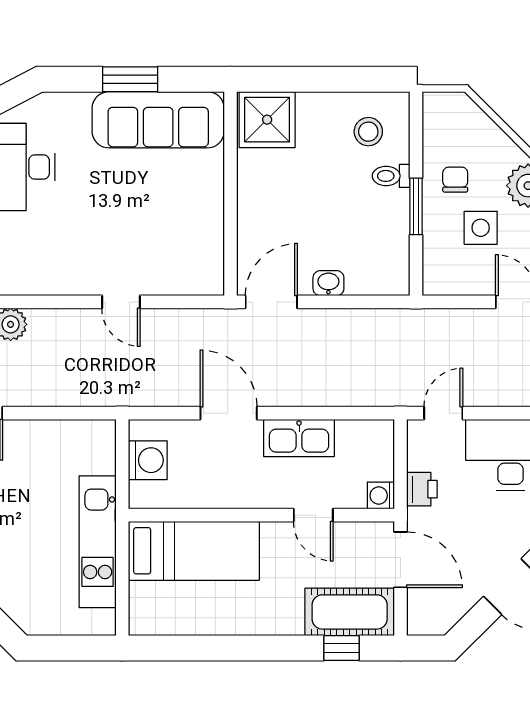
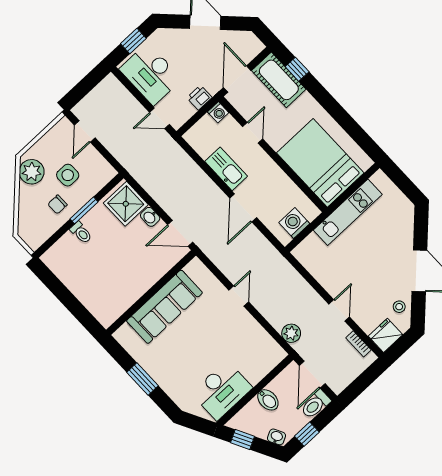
sofa: (158, 120) -> (164, 307), moved, turned 90
shower: (267, 120) -> (126, 204), moved
stool: (368, 132) -> (71, 259), removed
bed: (194, 551) -> (320, 163), width x1.50

